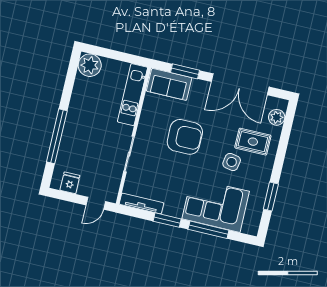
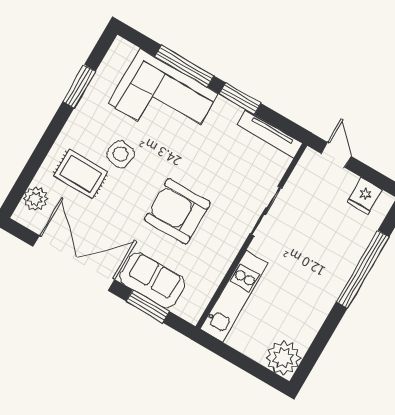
sofa: (169, 84) -> (152, 280), moved
door: (96, 203) -> (336, 155), hinge flipped

